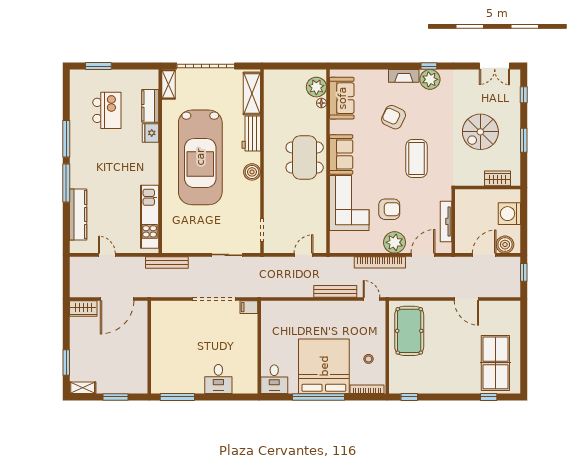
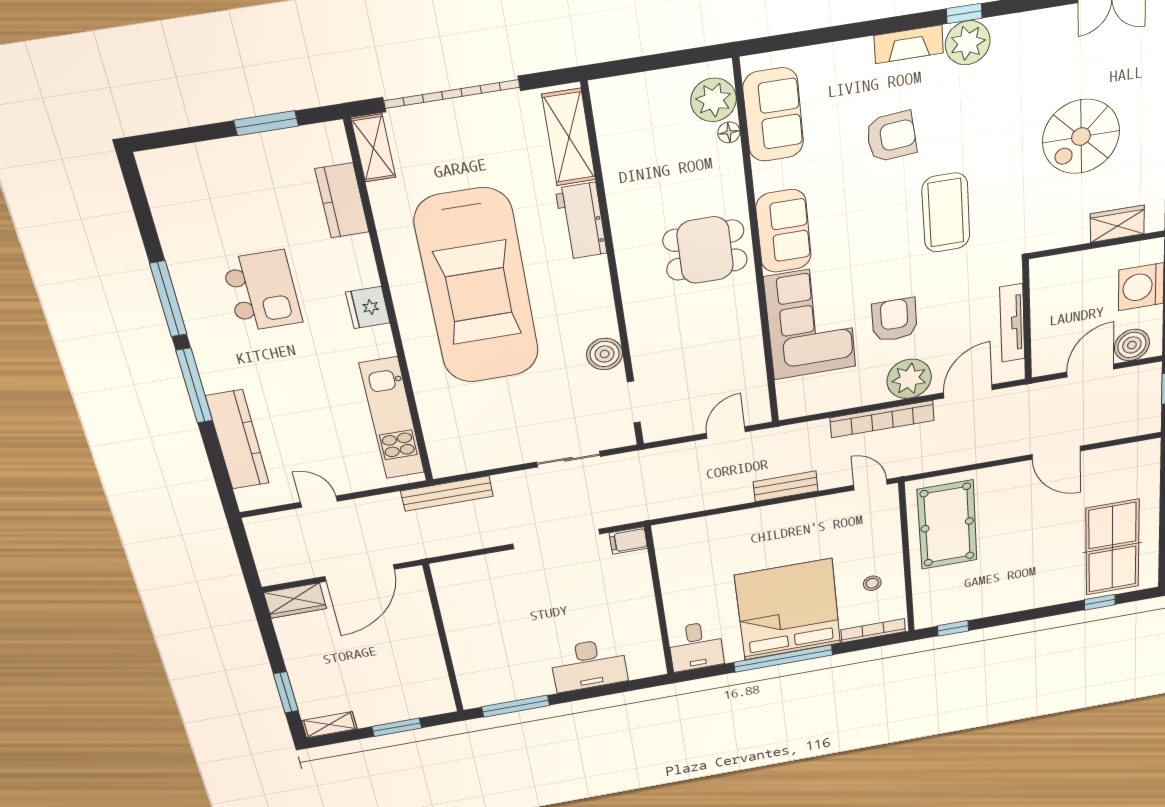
window: (98, 66) -> (266, 123), moved
kitchen island: (107, 110) -> (262, 291), moved
armchair: (394, 117) -> (891, 137), turned 150
fridge: (150, 133) -> (368, 308), moved
dining table: (305, 157) -> (705, 250), width x0.73
boiler: (252, 172) -> (605, 354), moved
armchair: (389, 209) -> (894, 320), turned -90
bench: (335, 291) -> (786, 486), width x0.73
desk: (218, 379) -> (589, 665), width x1.37

